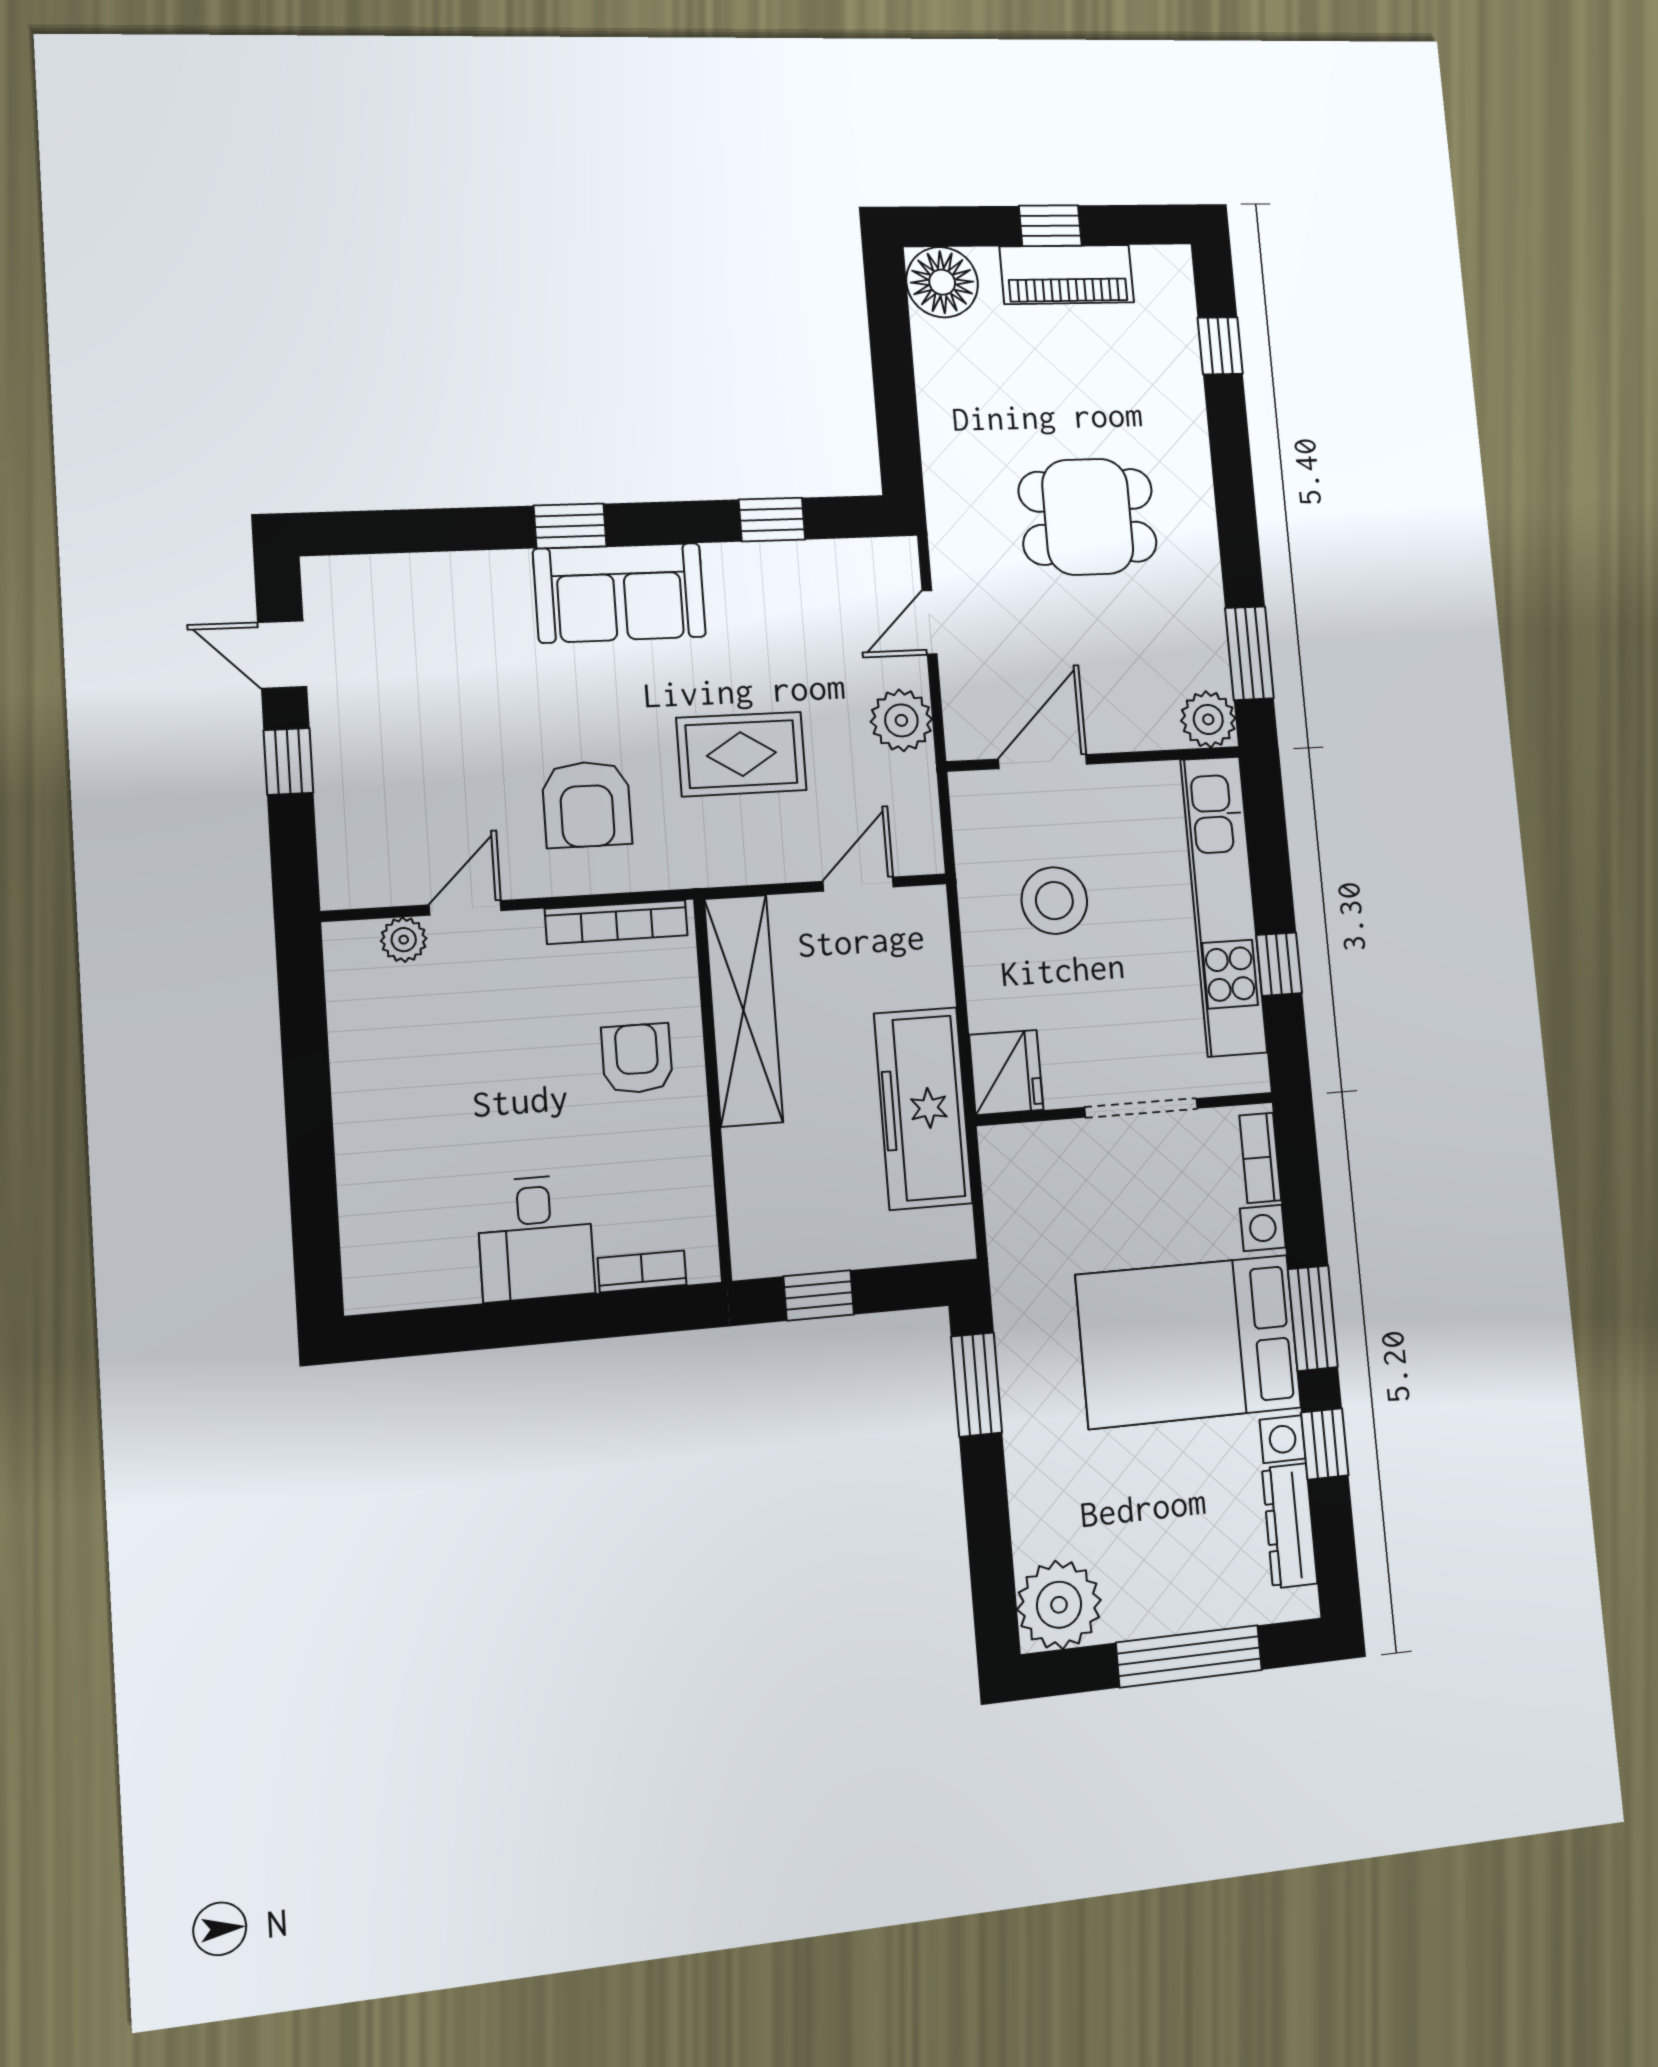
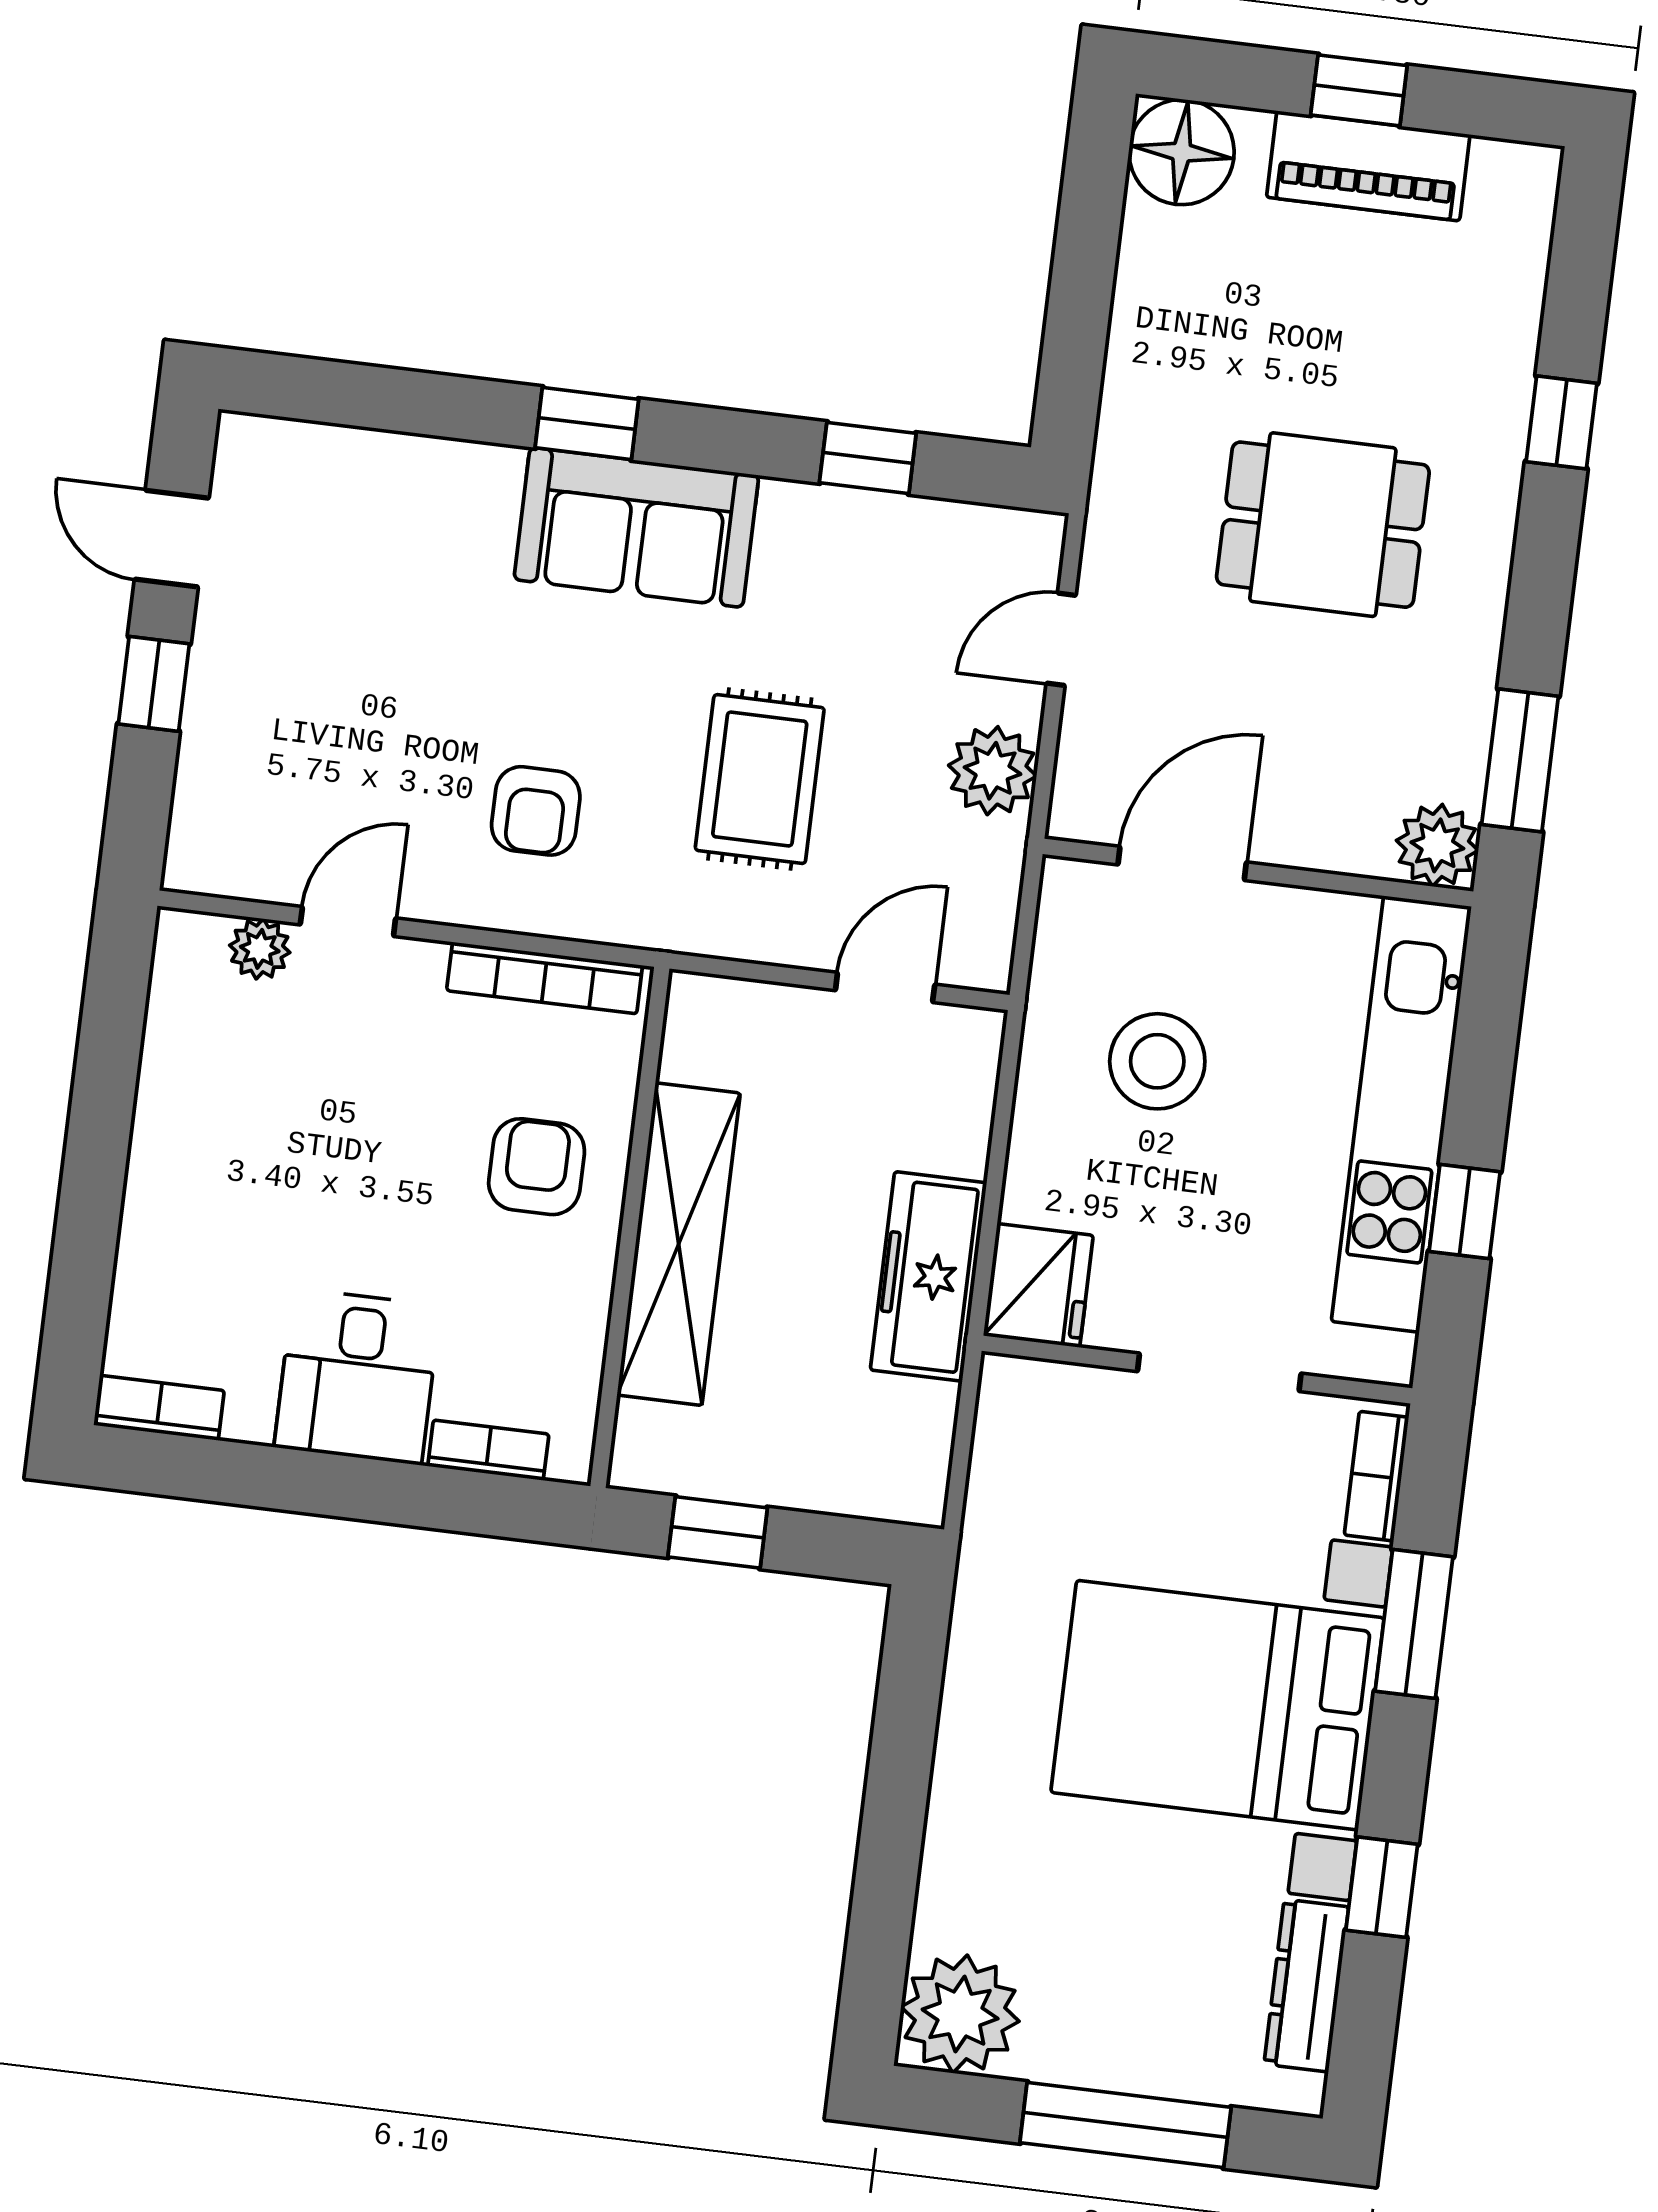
window: (1220, 346) -> (1562, 422), moved
rug: (742, 754) -> (760, 779), turned 90
armchair: (587, 804) -> (536, 811), width x0.72, depth x0.72
shelving: (744, 1010) -> (679, 1244), moved
freezer: (923, 1108) -> (928, 1276), width x0.73, depth x0.79
bookcase: (391, 1292) -> (159, 1408), added
window: (1313, 1318) -> (1414, 1624), moved
window: (977, 1384) -> (908, 1697), removed

